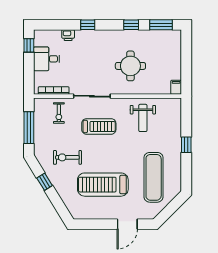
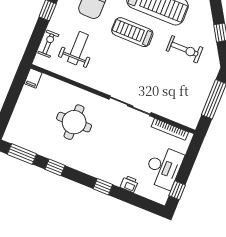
desk: (47, 59) -> (164, 167), width x1.37
exercise bike: (59, 113) -> (48, 44), moved
weight bench: (143, 118) -> (78, 48), moved
treadmill: (99, 126) -> (132, 32), moved

